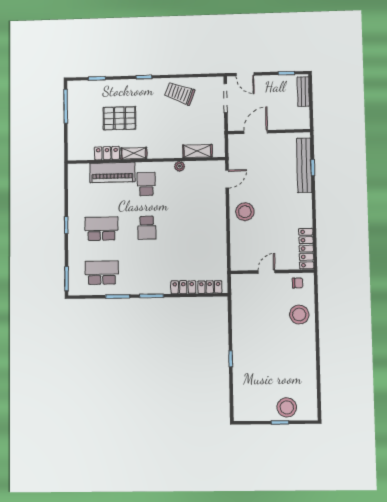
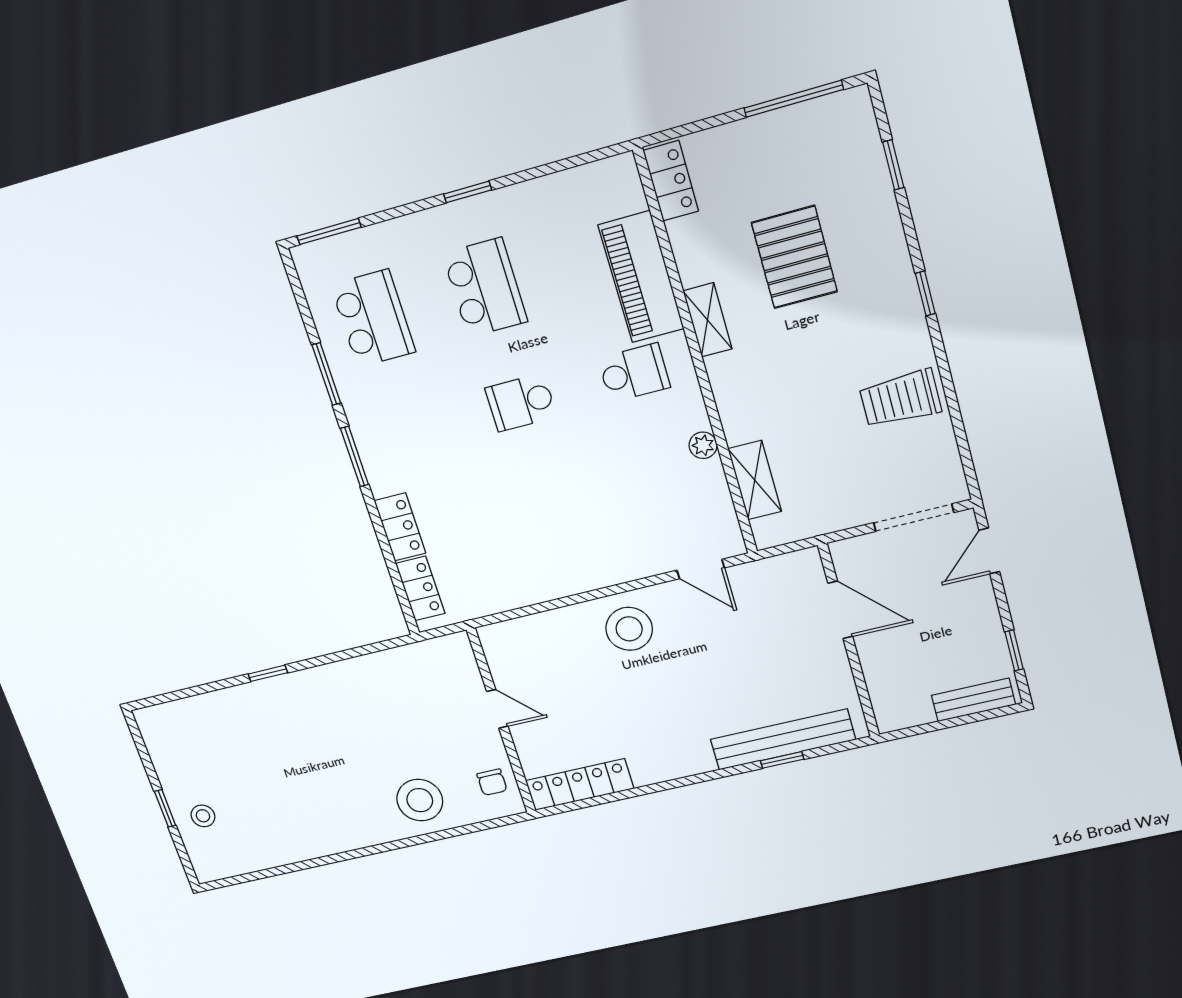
trolley: (180, 93) -> (900, 399), turned -111
locker: (107, 153) -> (671, 181), moved
stool: (287, 407) -> (203, 816), width x0.53, depth x0.53

